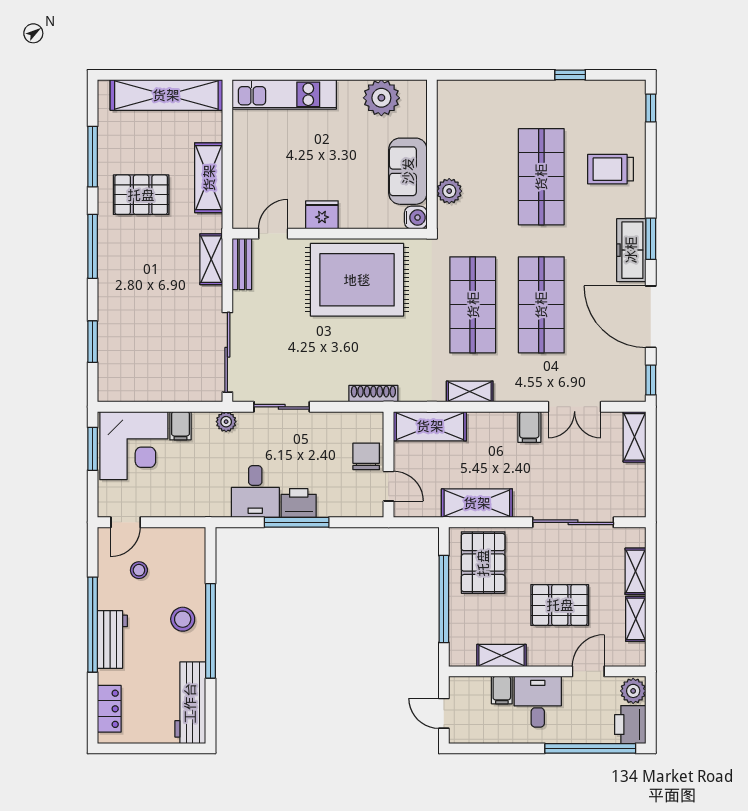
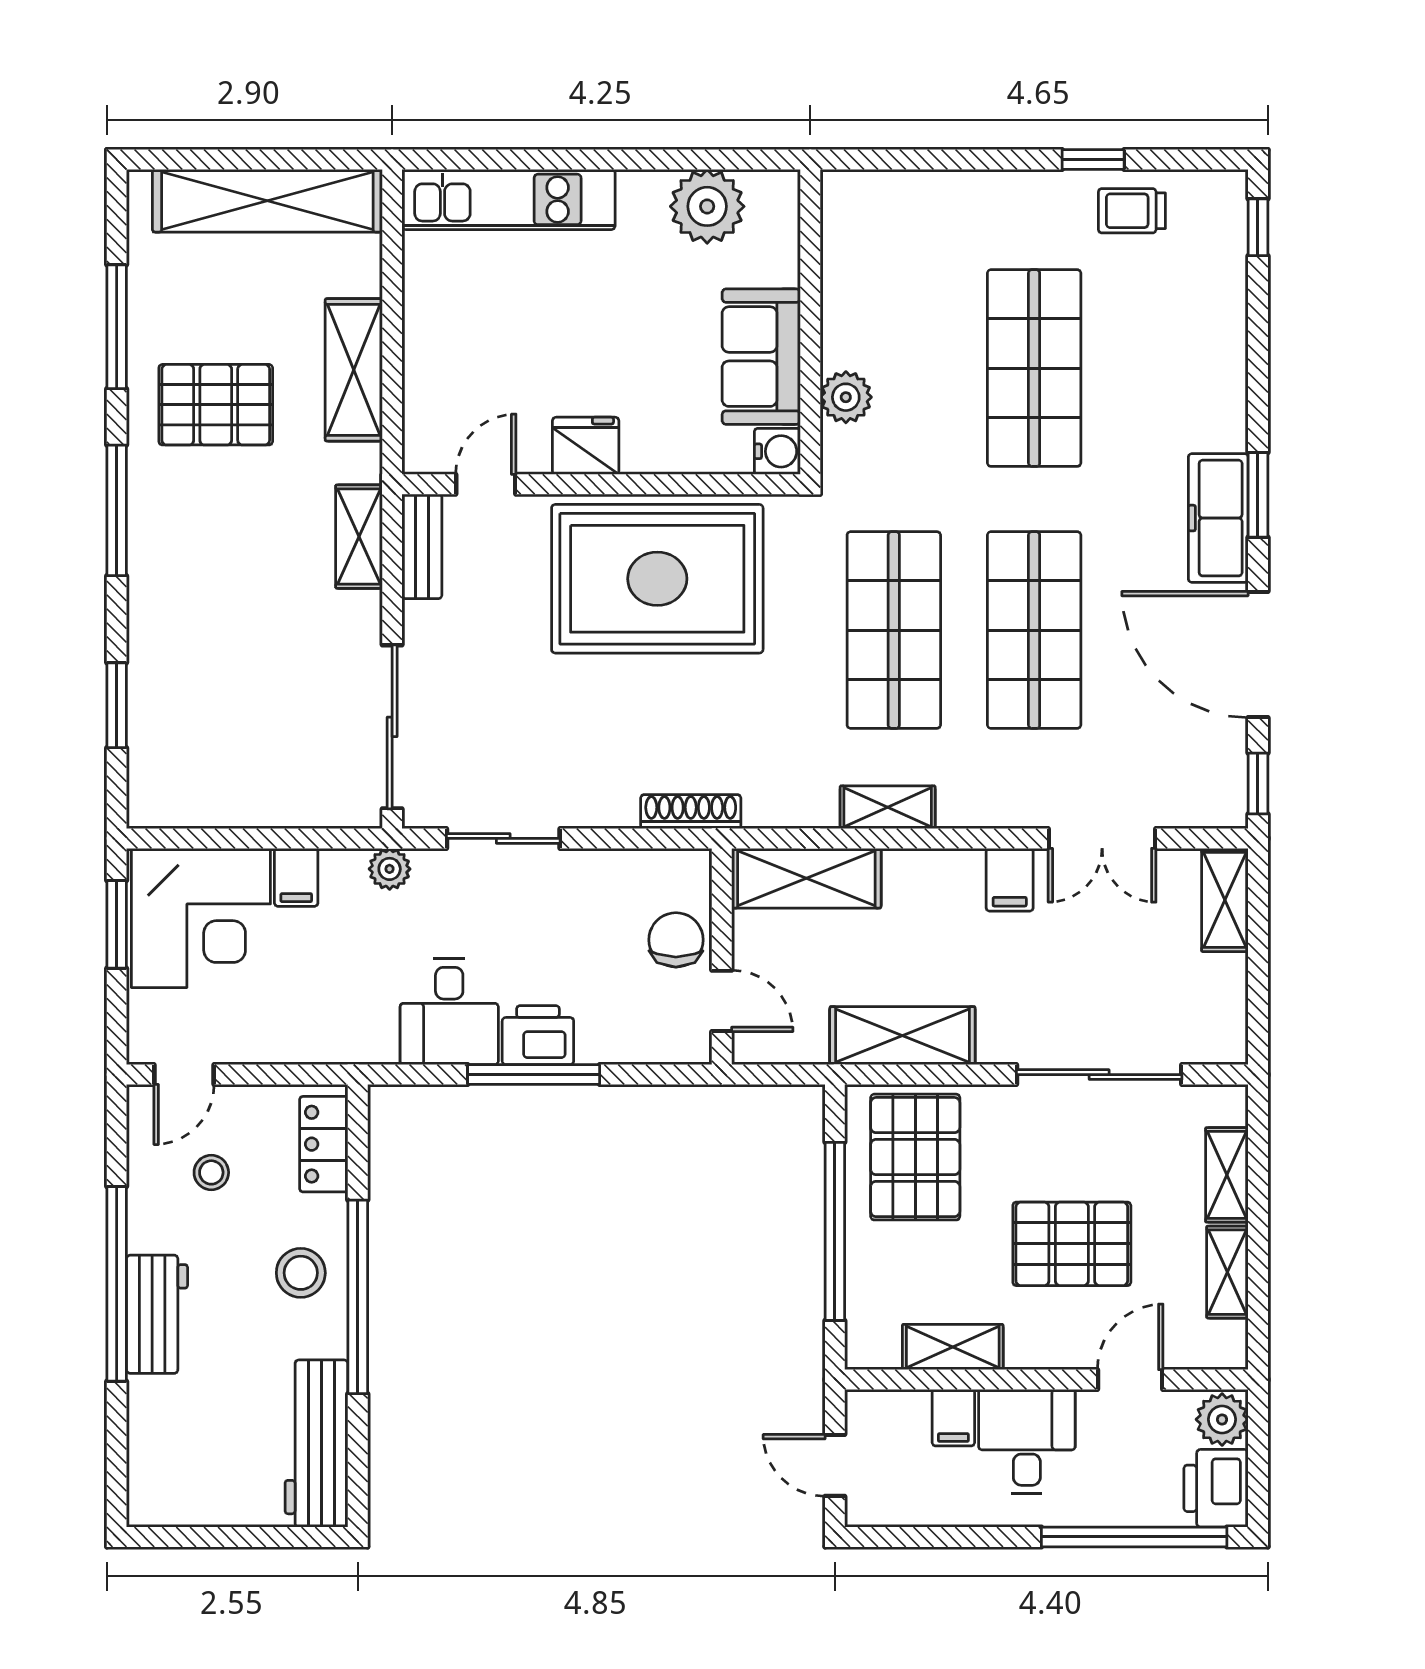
trolley: (611, 169) -> (1132, 211), moved, width x0.73, depth x0.72
locker: (109, 709) -> (324, 1144), moved, turned 180

